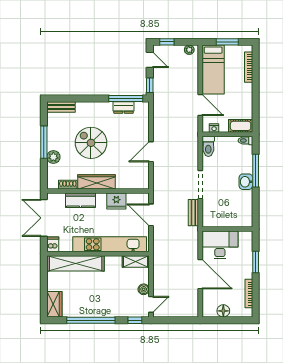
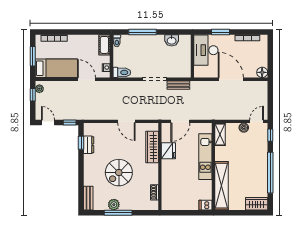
window: (167, 42) -> (33, 95), moved
door: (150, 60) -> (48, 122), hinge flipped
window: (126, 99) -> (81, 143), width x0.46
door: (200, 105) -> (86, 79), hinge flipped
plant: (53, 157) -> (114, 205), moved
wardrobe: (96, 182) -> (152, 147), moved
washbasin: (246, 182) -> (172, 40), moved
kitchen counter: (80, 200) -> (168, 182), removed
double door: (44, 218) -> (183, 213), removed
kitchen unit: (110, 244) -> (205, 157), width x0.73
desk: (220, 245) -> (206, 50), moved
door: (200, 274) -> (231, 79), hinge flipped
door: (151, 304) -> (257, 121), hinge flipped
floor lamp: (223, 311) -> (262, 72), moved

